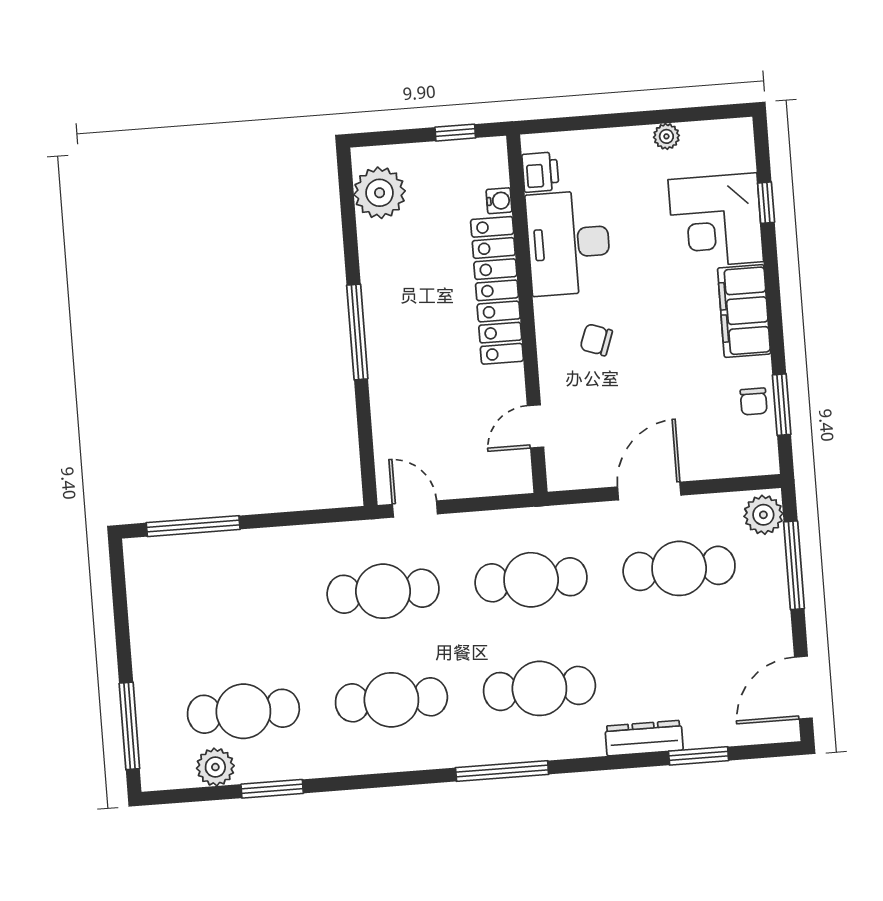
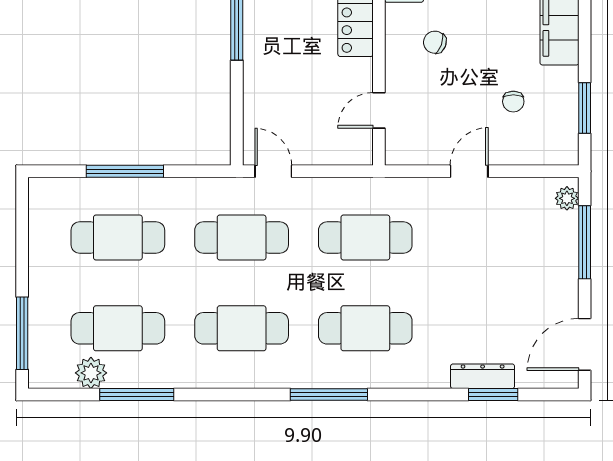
chair: (754, 401) -> (513, 102), moved
door: (649, 491) -> (469, 171), width x0.73
plant: (763, 515) -> (567, 198), width x0.73, depth x0.73
window: (193, 526) -> (125, 171), moved
cafe table: (679, 568) -> (118, 237), moved
dresser: (644, 738) -> (483, 376), moved
window: (272, 789) -> (137, 395), width x1.44

